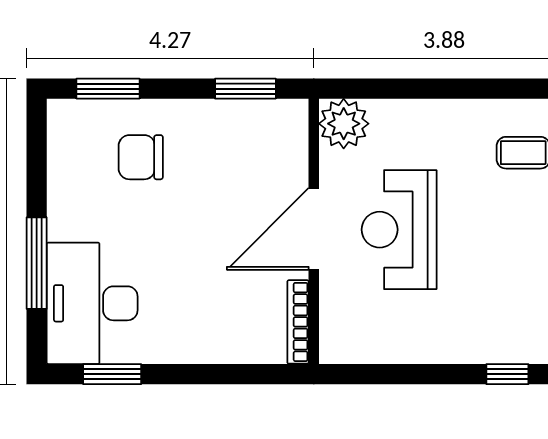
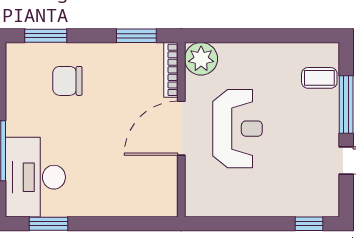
reception desk: (399, 230) -> (238, 129), turned 180
bookcase: (298, 322) -> (171, 70), moved

